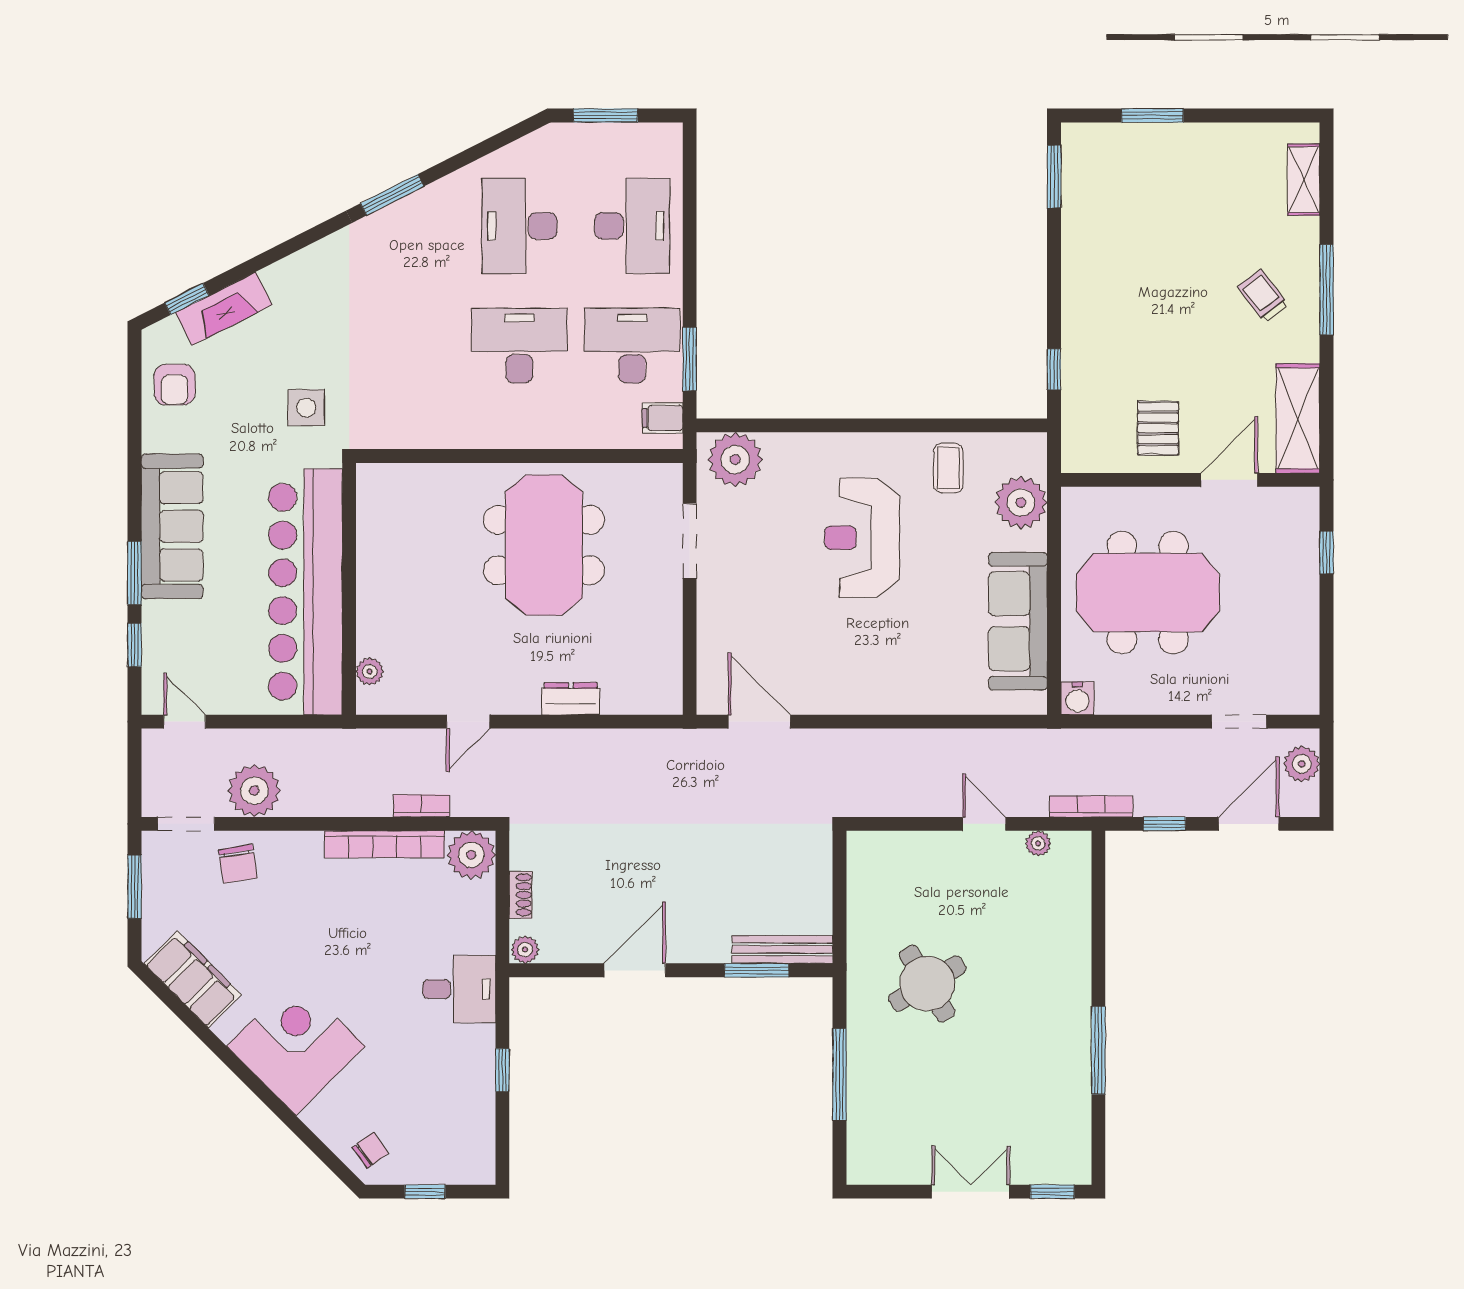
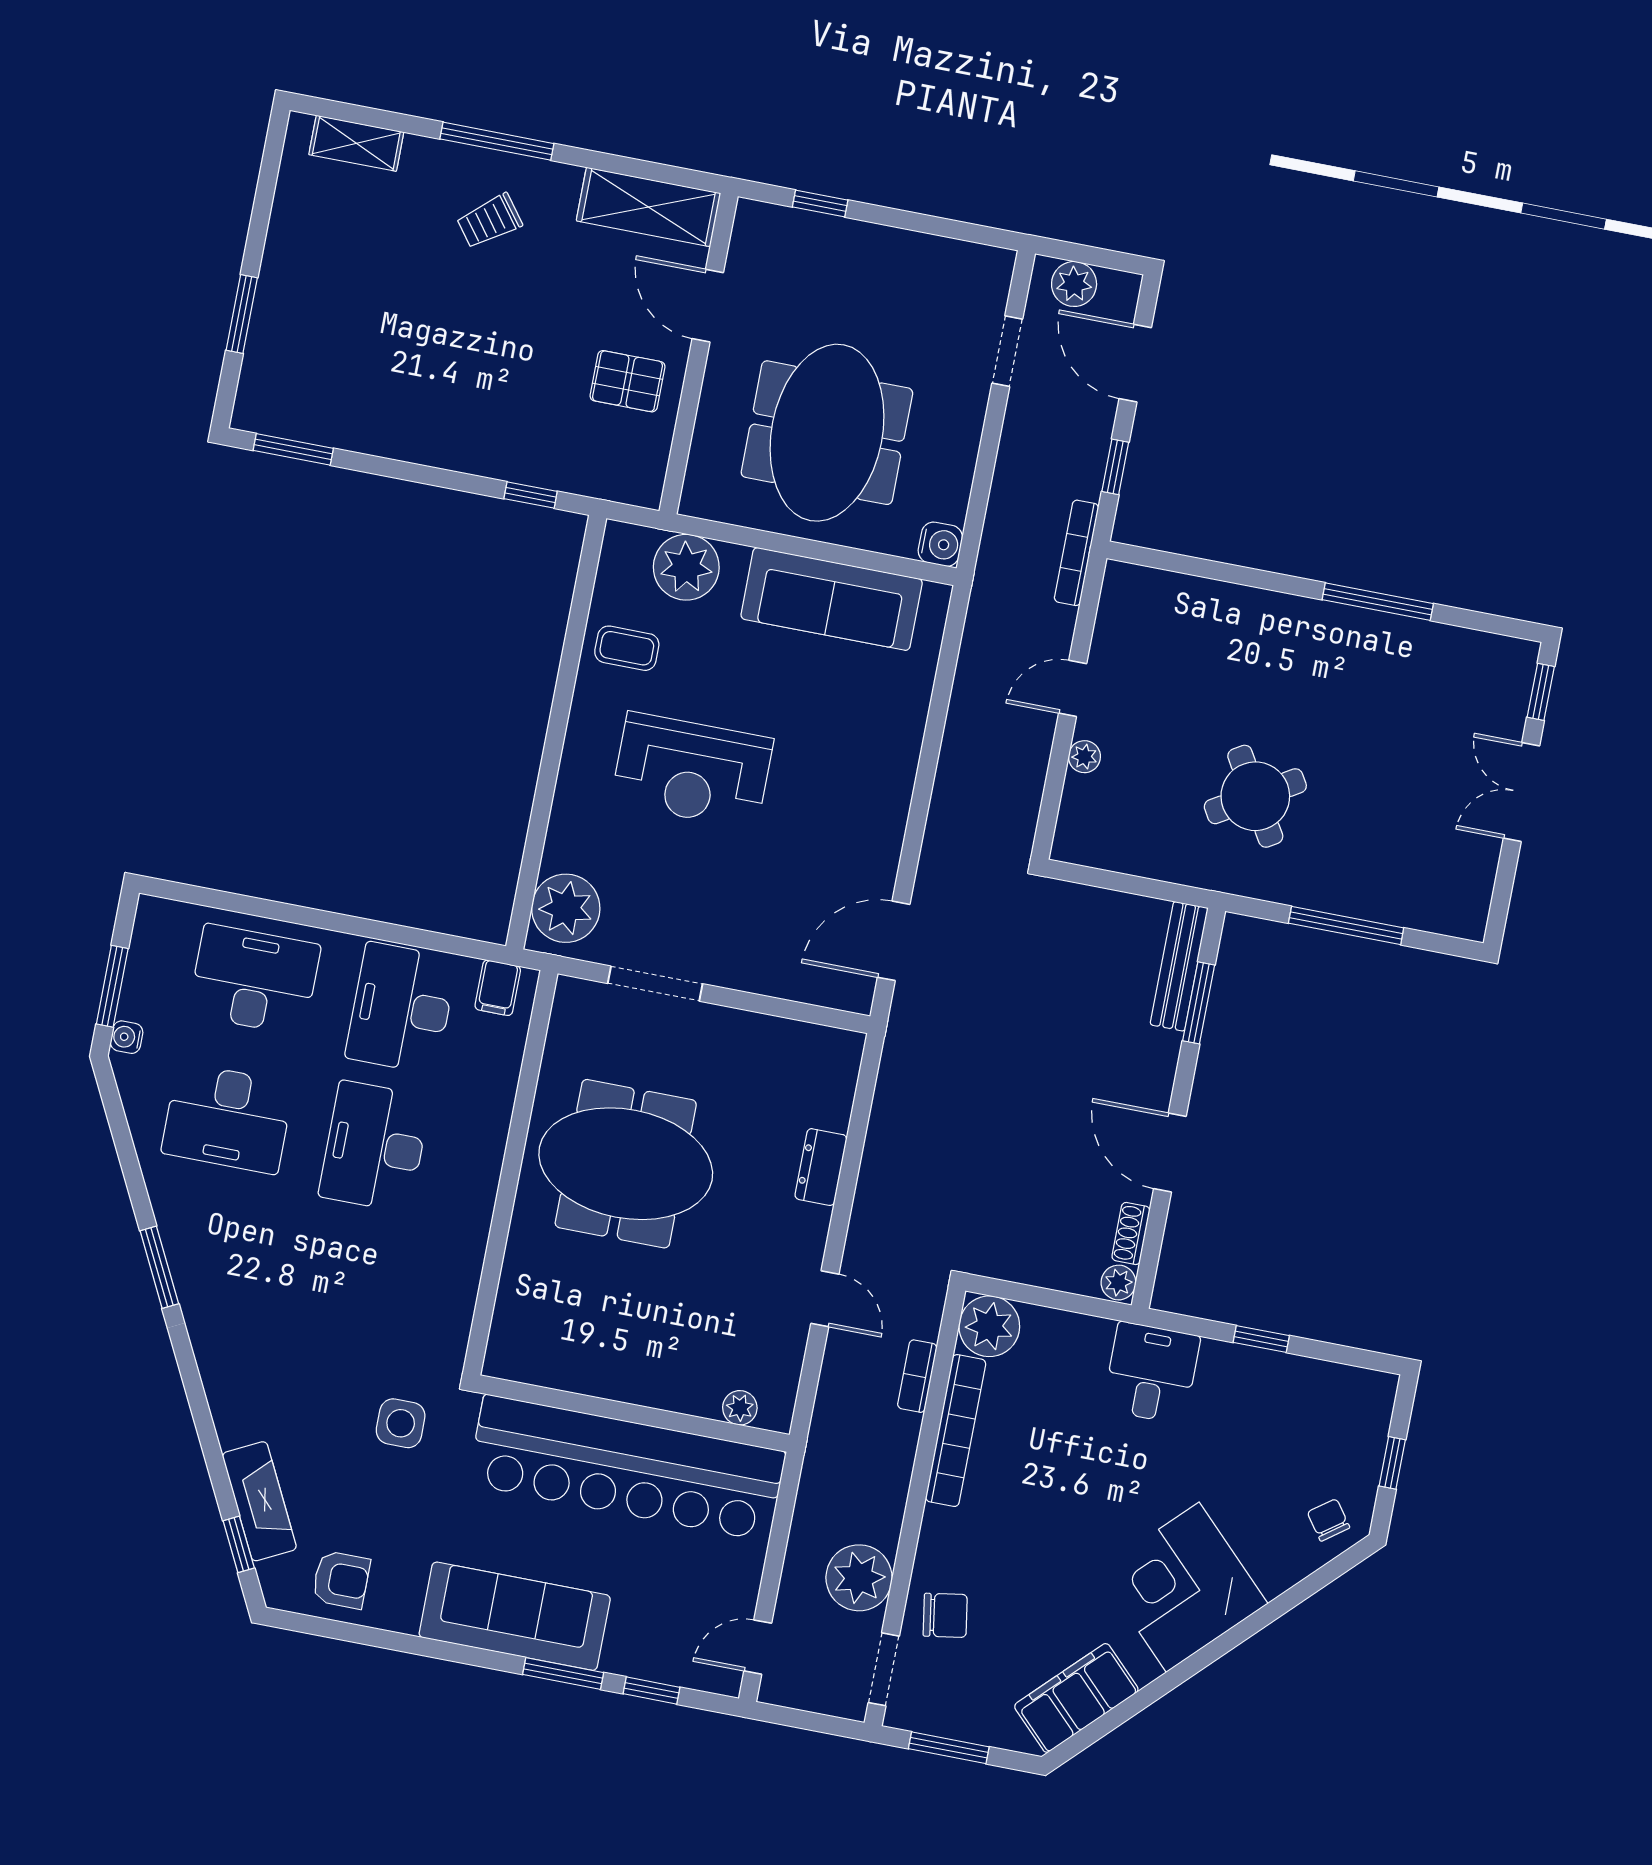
water cooler: (568, 134) -> (127, 1037), added
window: (690, 359) -> (431, 940), removed
plant: (1038, 843) -> (1084, 757), moved
shoe rack: (521, 895) -> (1131, 1234), moved, turned -90

